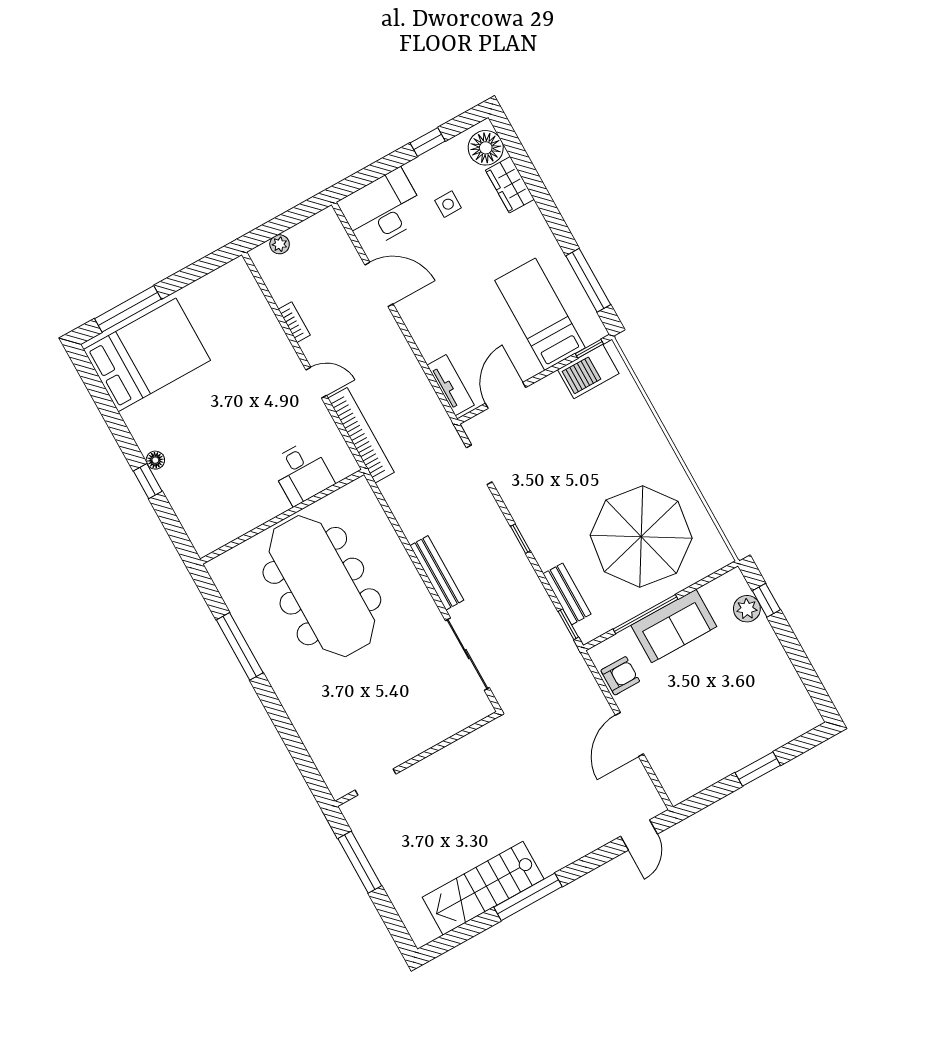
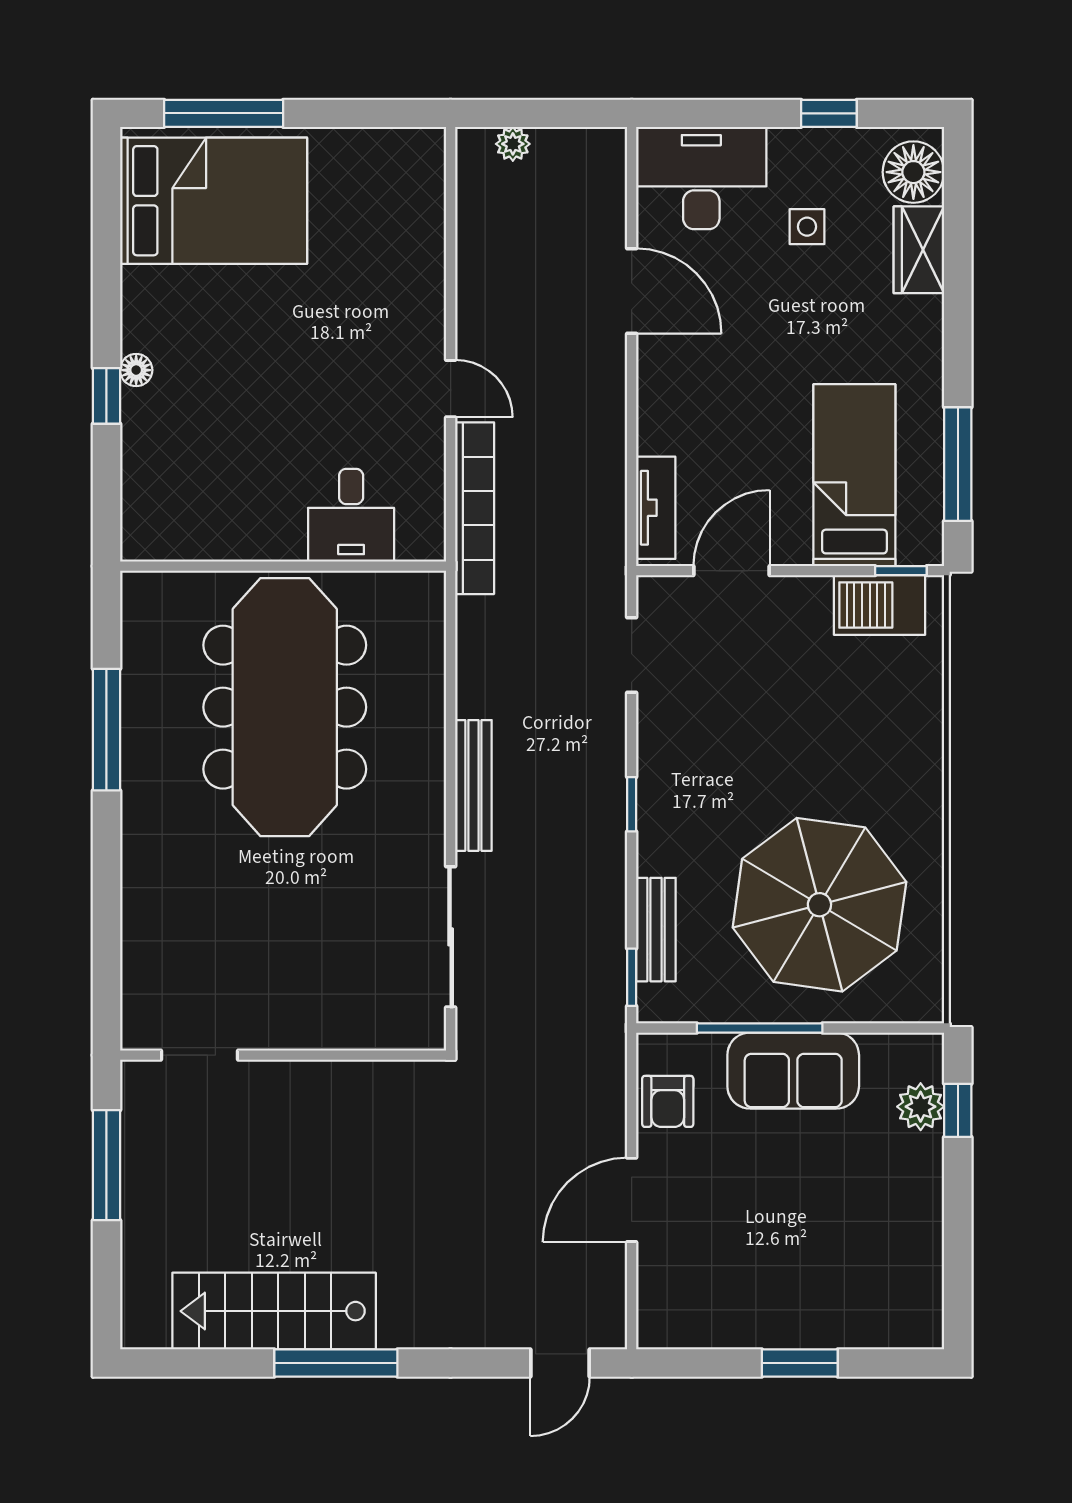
bookcase: (294, 322) -> (469, 276), removed
armchair: (620, 676) -> (668, 1101), turned 90

